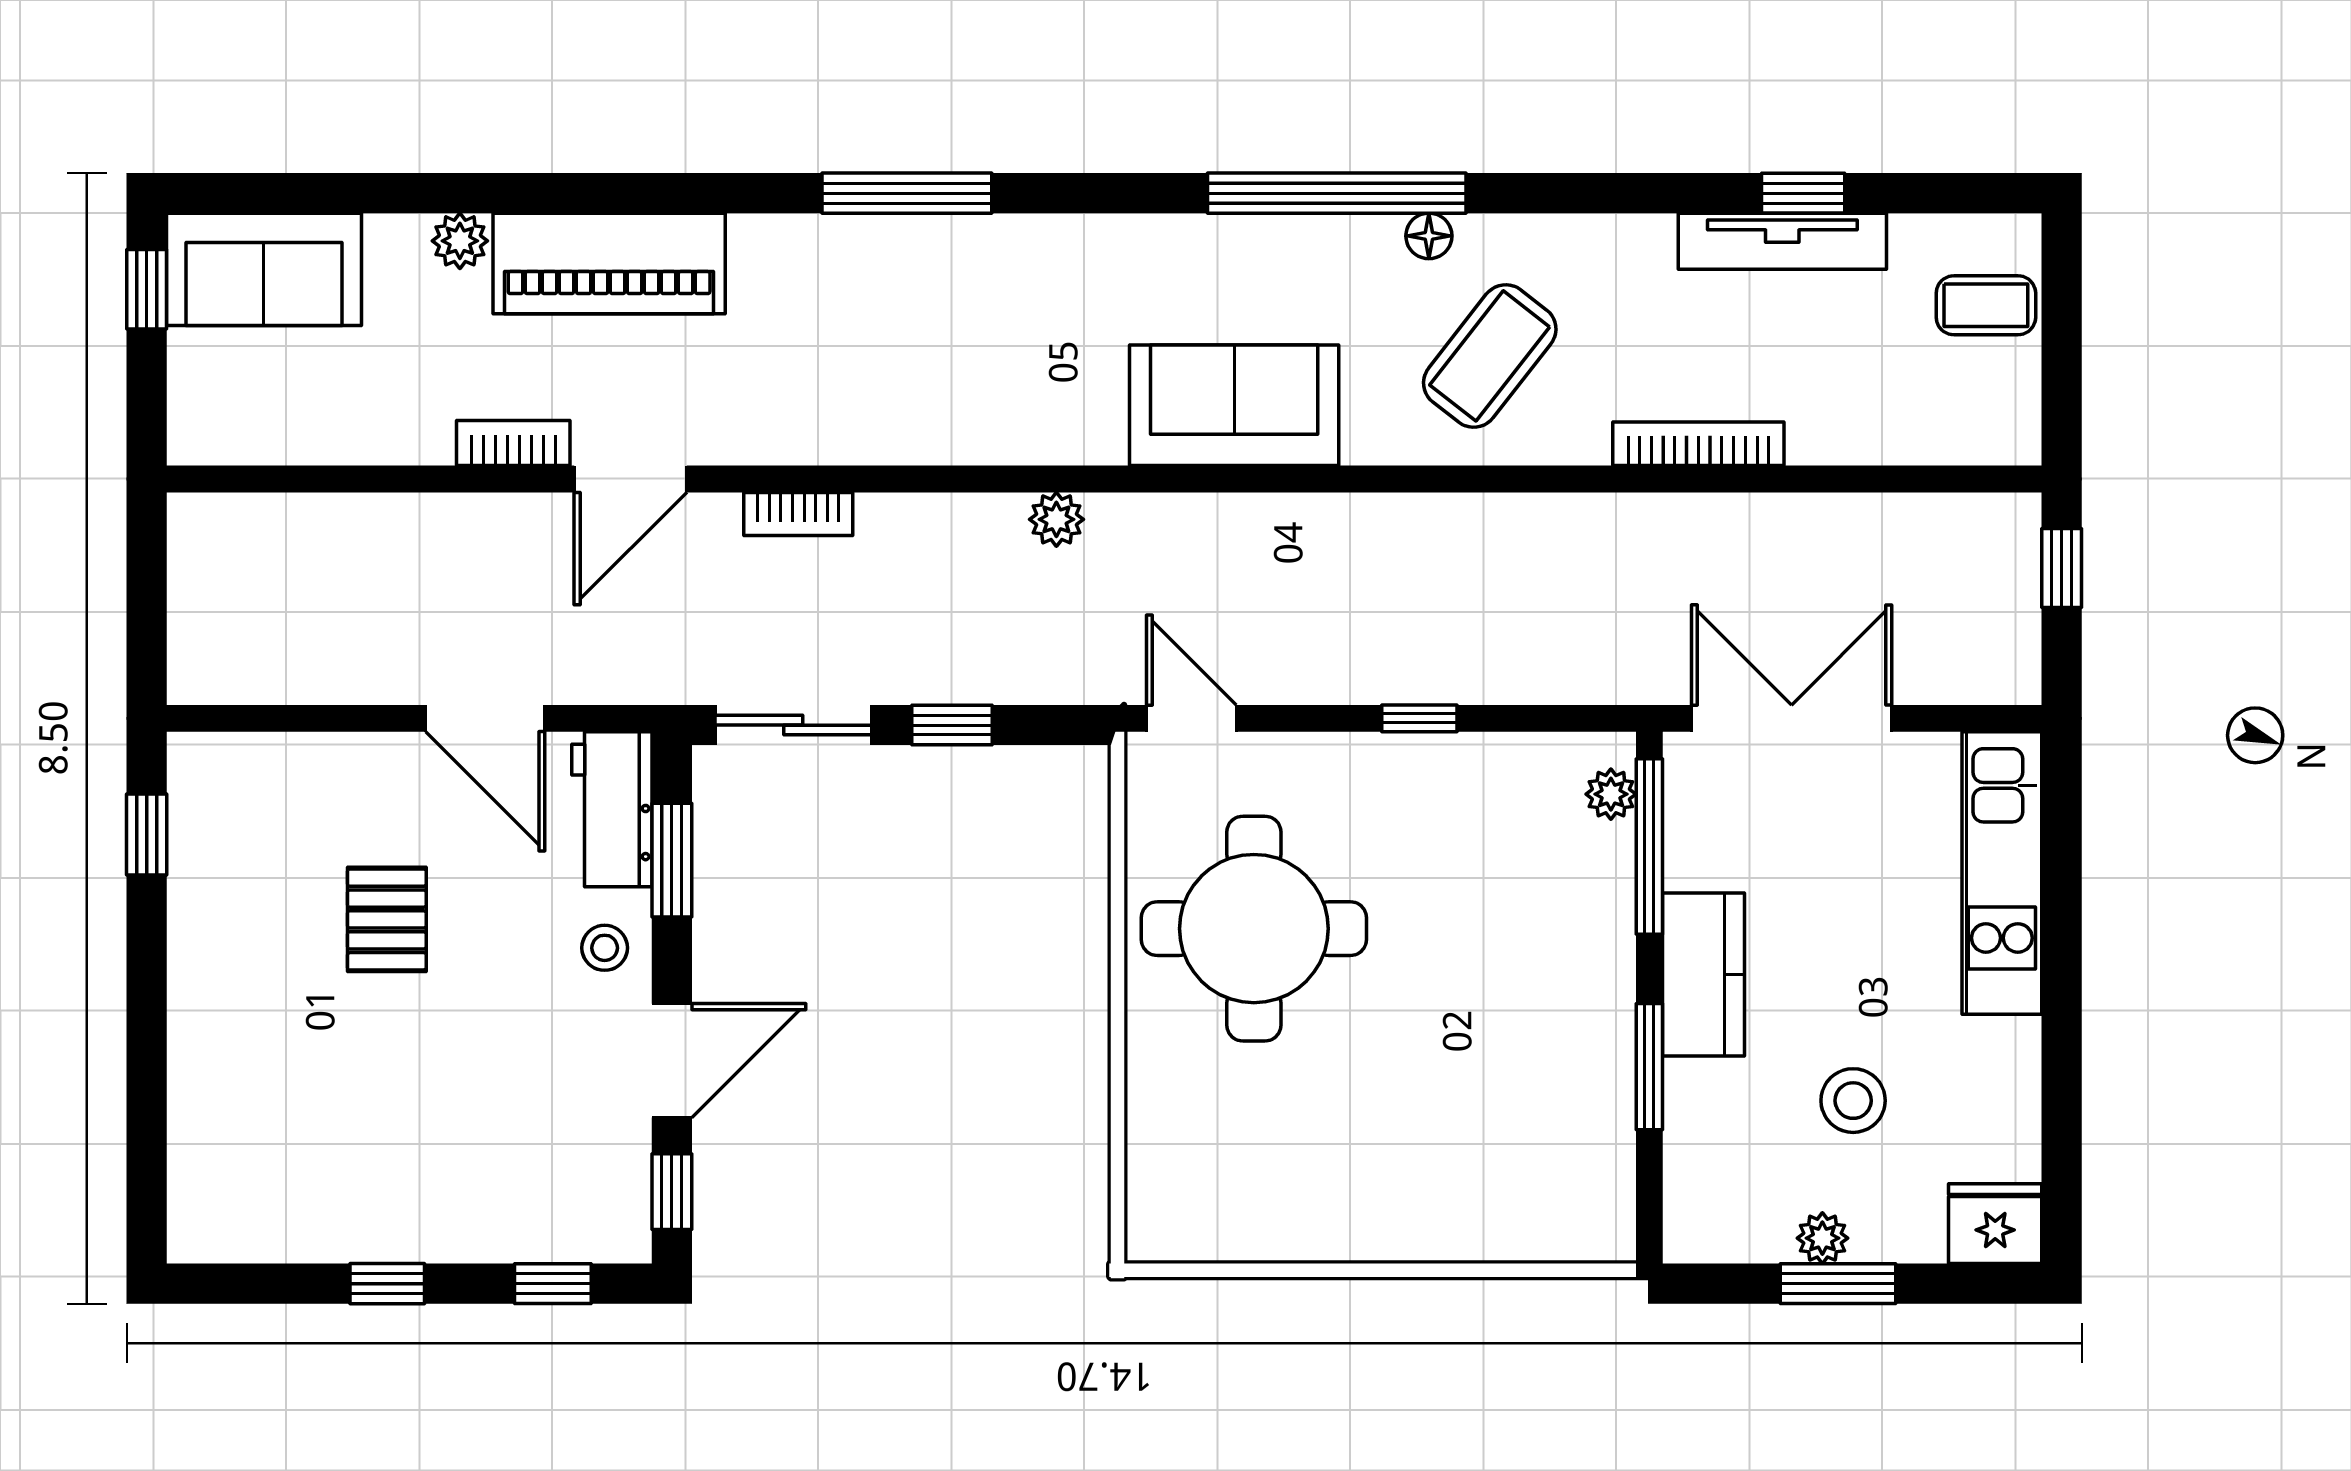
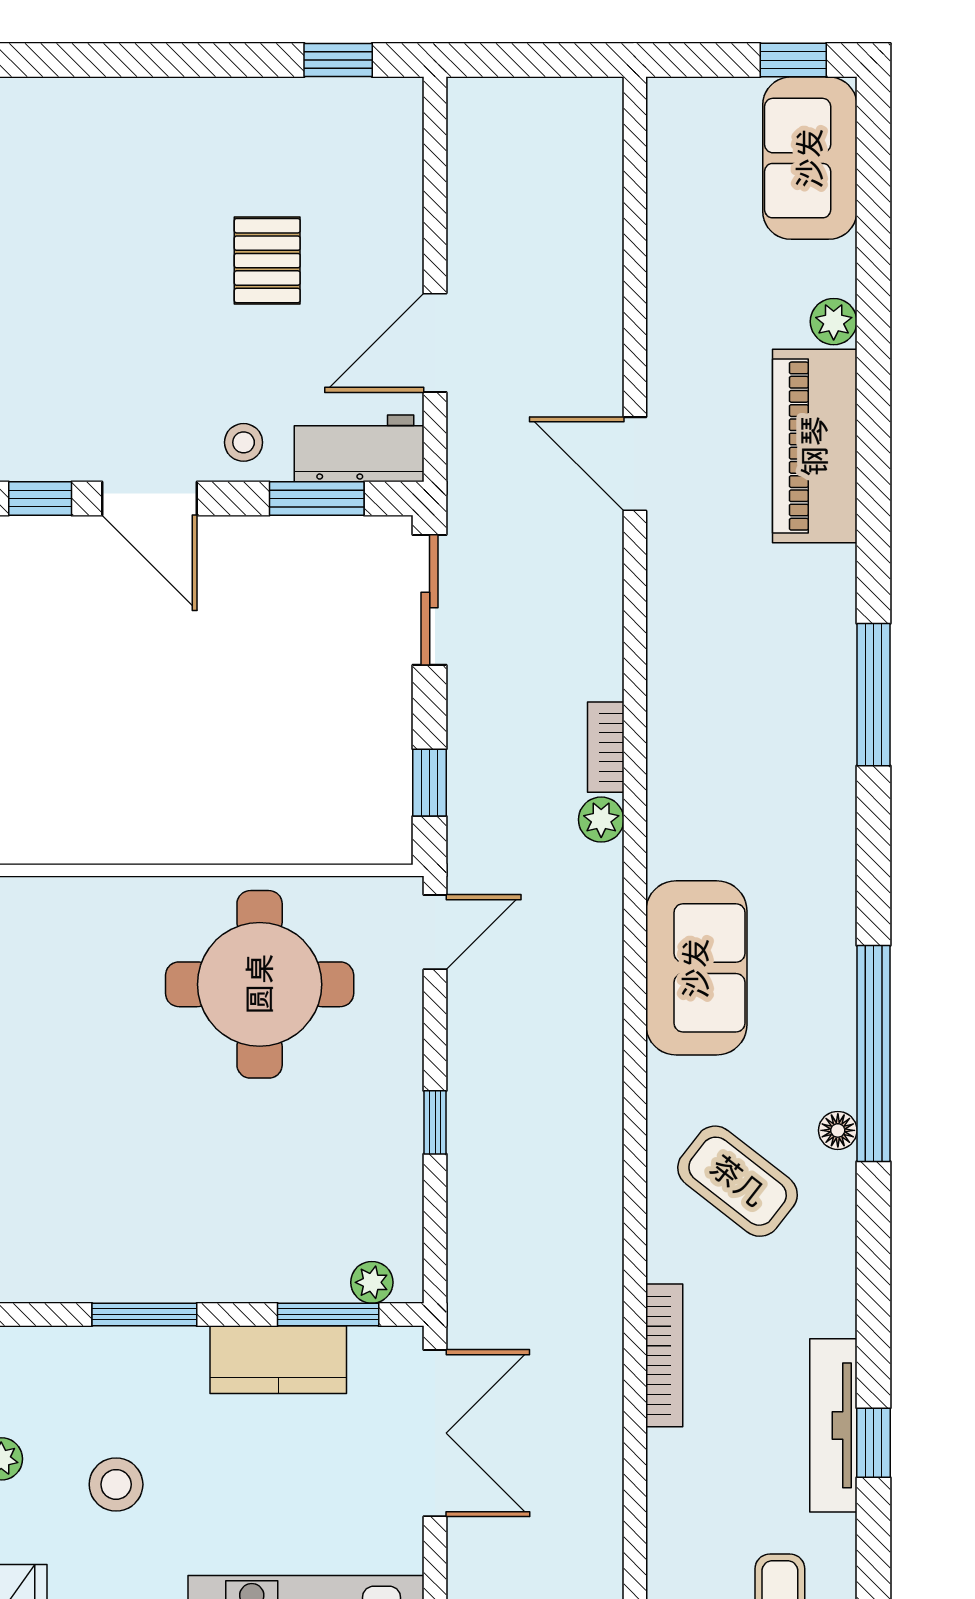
bookcase: (513, 443) -> (665, 366), removed
bookcase: (798, 514) -> (606, 747), moved
window: (952, 725) -> (430, 783), moved
window: (1649, 847) -> (328, 1314), width x0.69
pallet: (387, 919) -> (267, 261), turned 90
kitchen counter: (1703, 974) -> (278, 1360), moved

